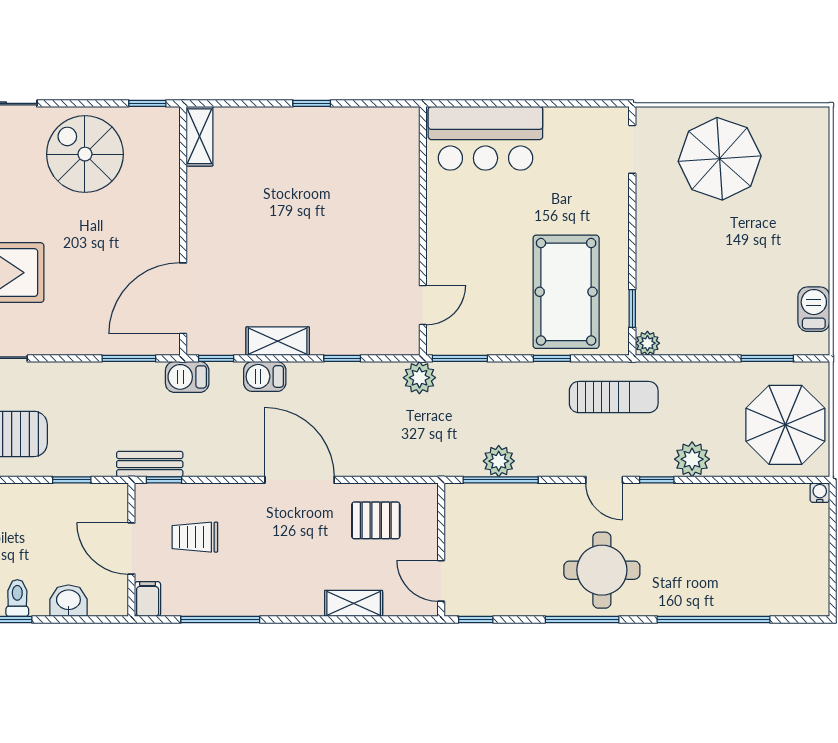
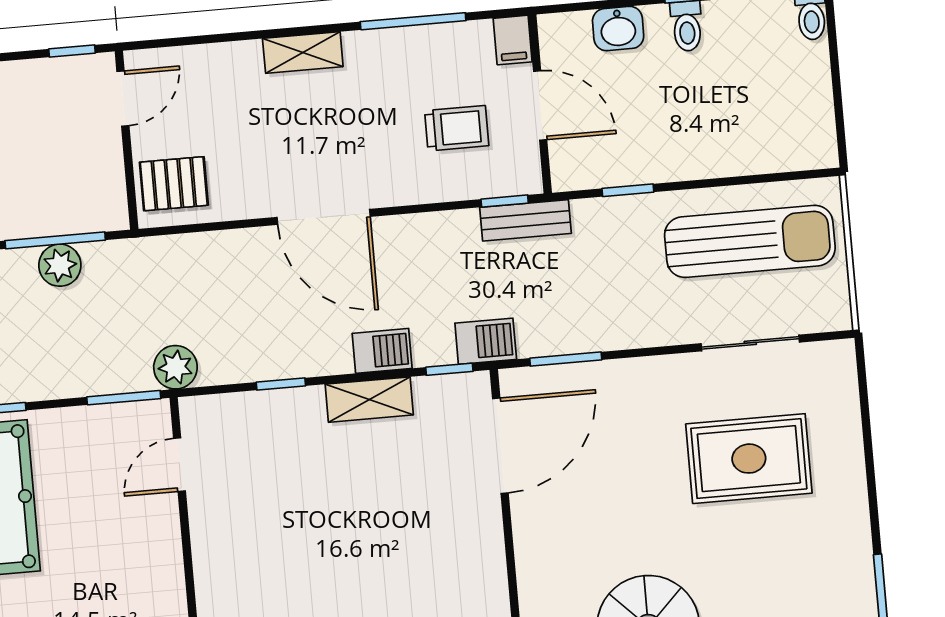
pallet: (376, 520) -> (174, 184), moved
door: (441, 581) -> (123, 99), hinge flipped
shelving: (354, 603) -> (303, 52), moved

